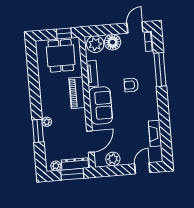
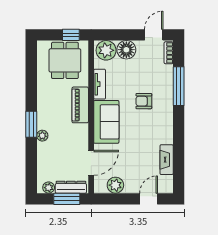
window: (38, 131) -> (31, 124), moved

